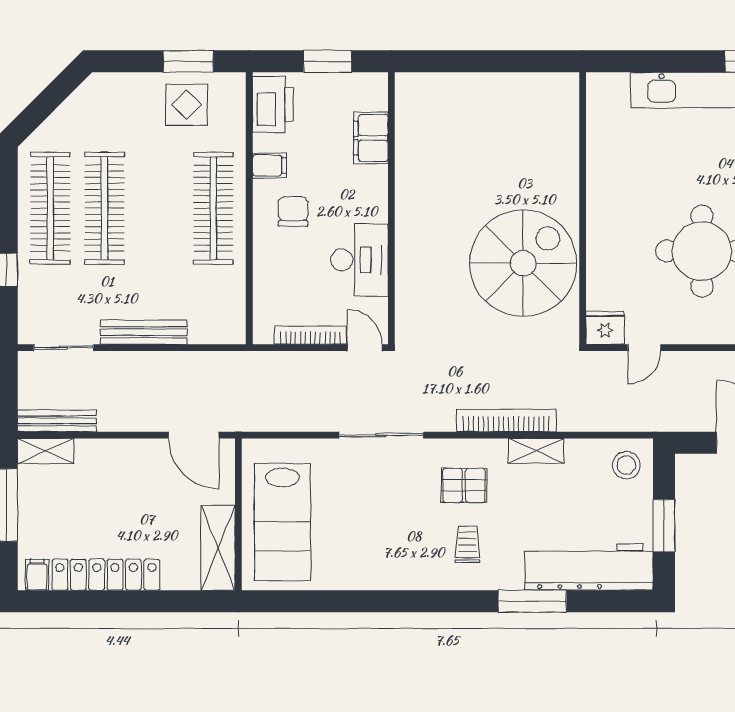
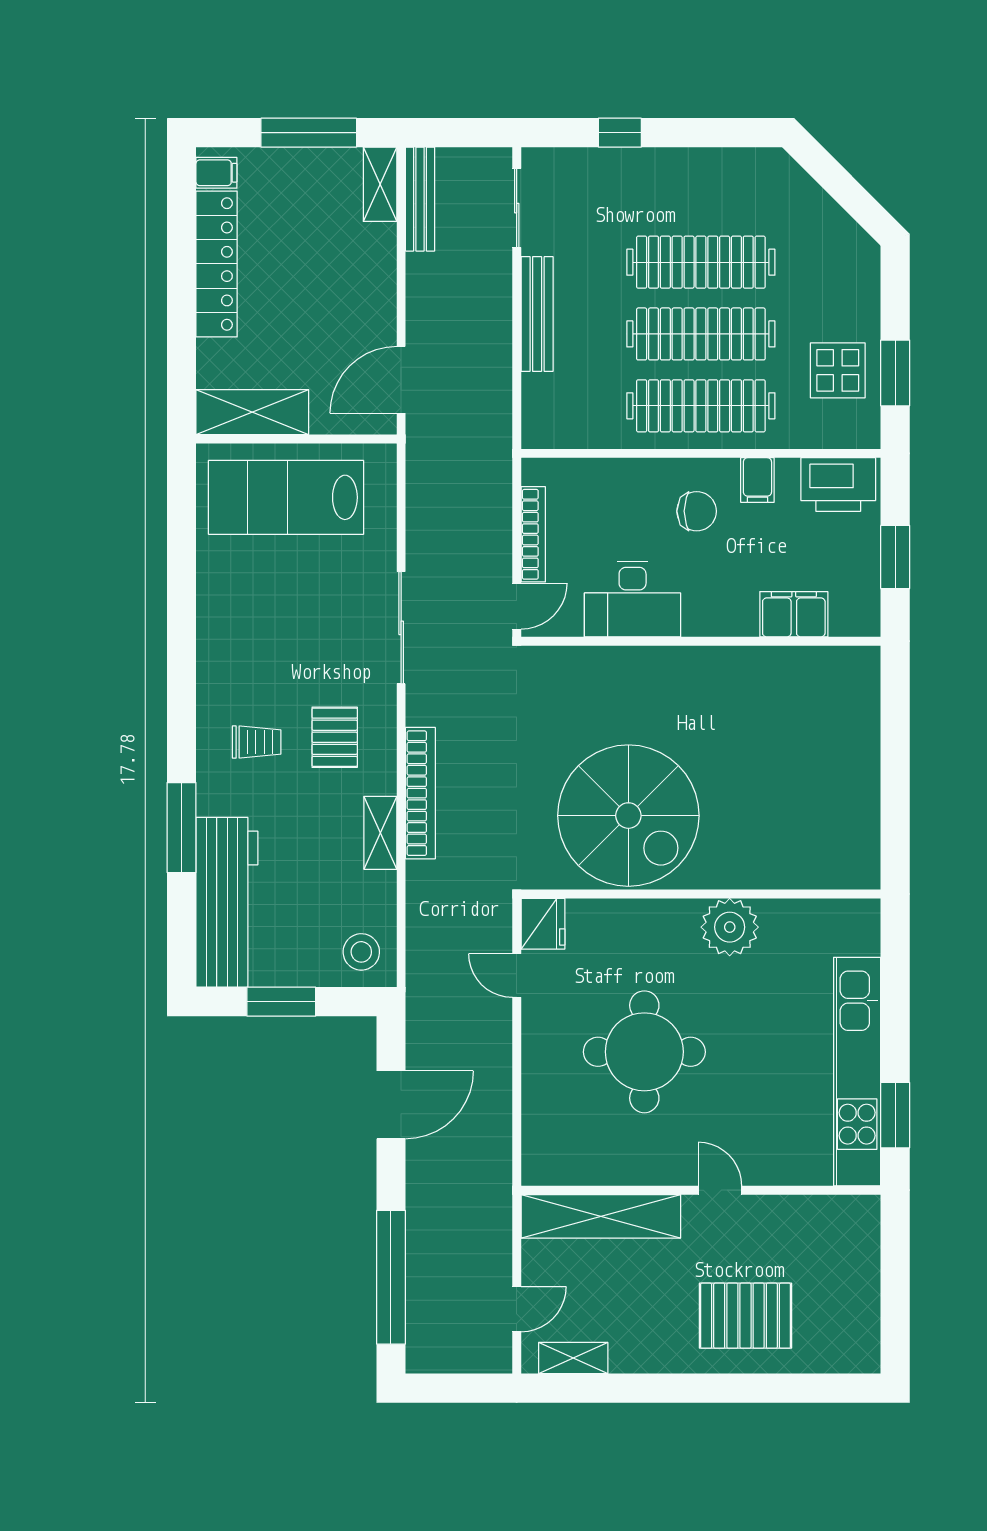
plant: (608, 186) -> (730, 927), added
clothes rail: (50, 208) -> (701, 334), moved

